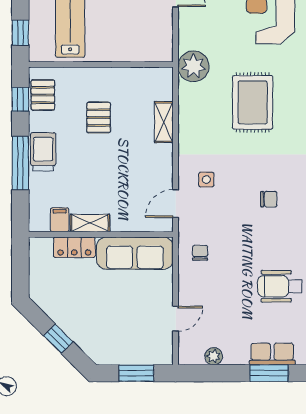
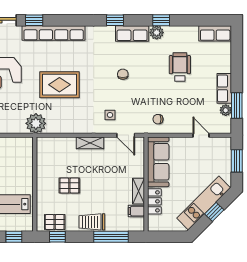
shelving: (164, 122) -> (90, 143), moved
window: (20, 163) -> (111, 237), moved
wheelchair: (280, 286) -> (180, 67), turned 180
kitchen unit: (72, 323) -> (204, 203), added
row of seats: (272, 354) -> (224, 88), moved
window: (269, 373) -> (237, 105), moved

